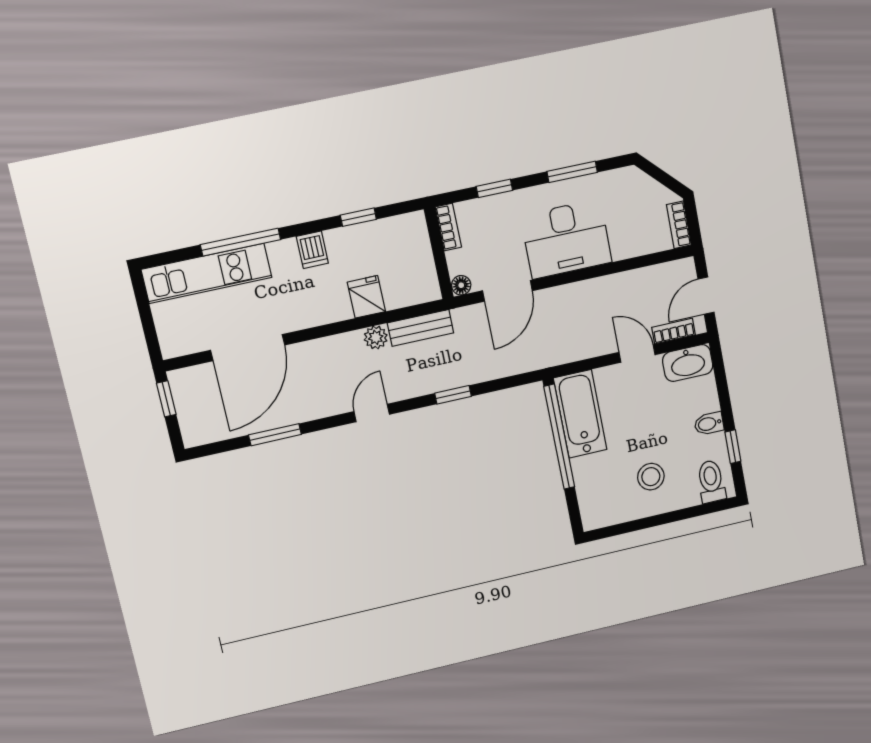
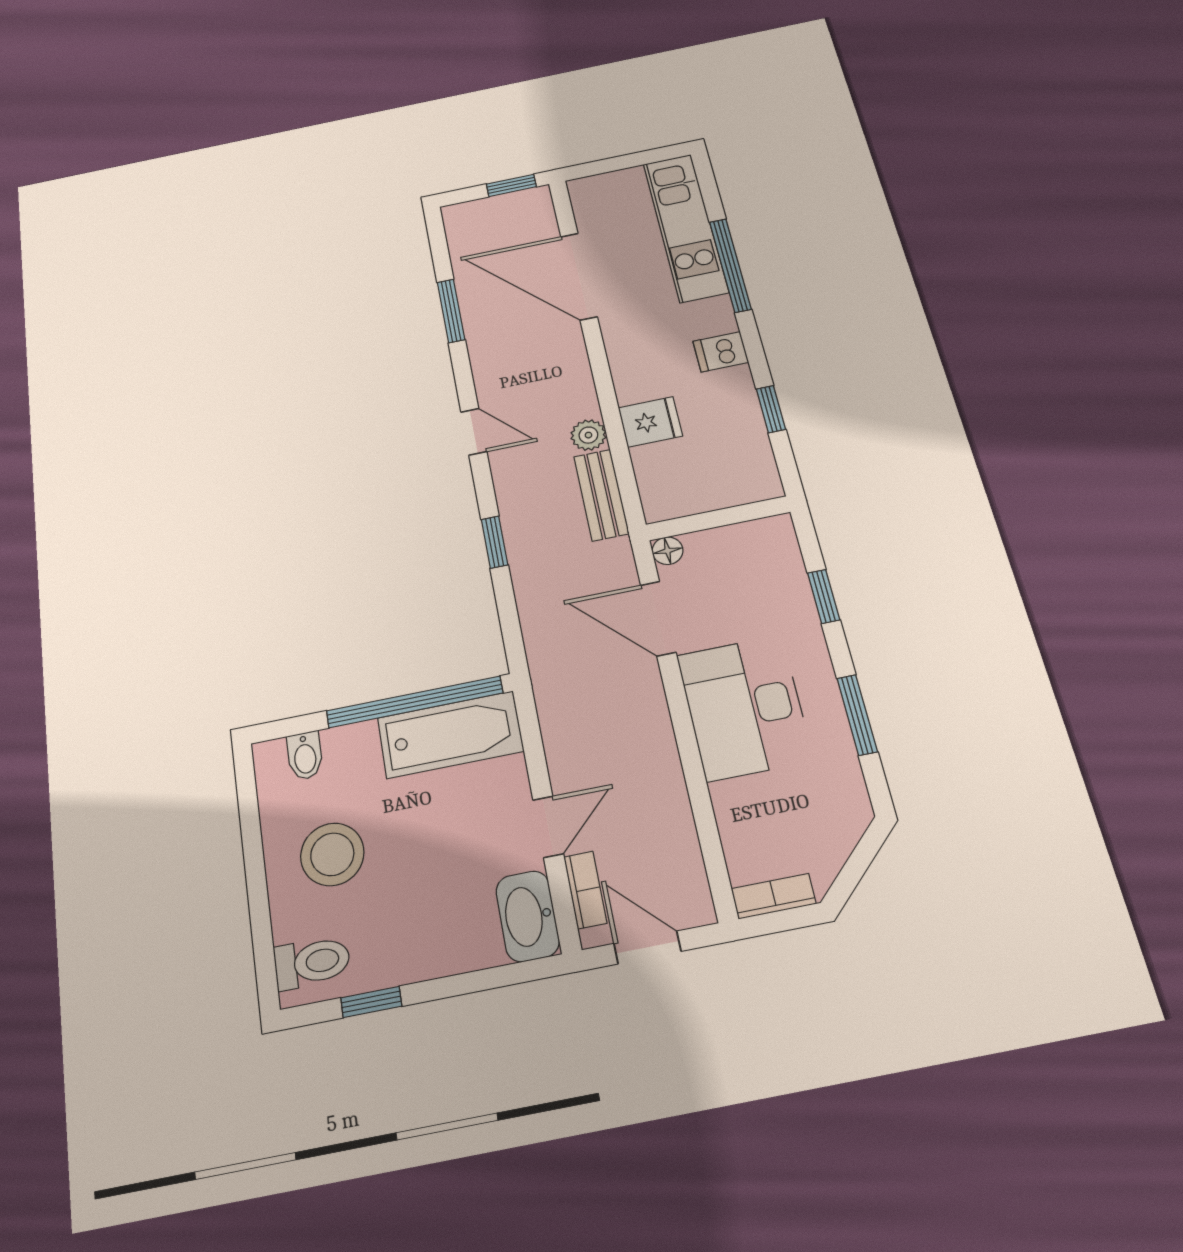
bookcase: (448, 227) -> (759, 531), removed
bidet: (709, 424) -> (305, 756), moved, turned 180
stool: (651, 477) -> (332, 854), width x1.38, depth x1.38

